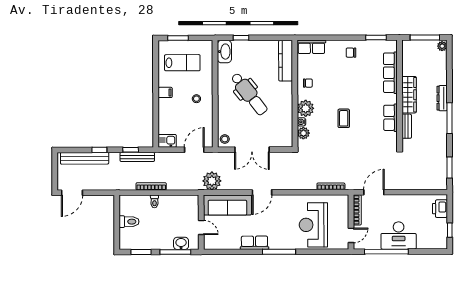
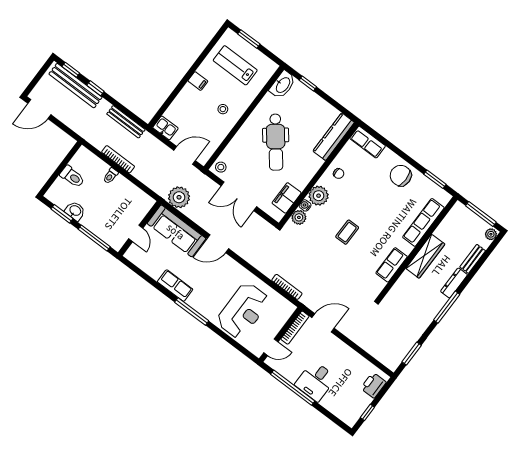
chair: (351, 53) -> (401, 176), width x1.87, depth x1.87
lab bench: (182, 63) -> (235, 65), turned 180
filing cabinet: (285, 126) -> (287, 198), added
bench: (407, 126) -> (473, 259), moved
window: (131, 150) -> (71, 70), moved
reception desk: (313, 225) -> (243, 311), turned 180
desk: (399, 235) -> (316, 381), width x0.73
washbasin: (181, 243) -> (75, 211), moved

